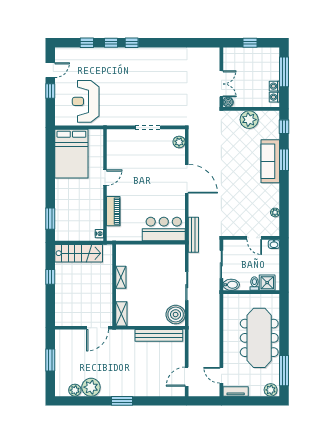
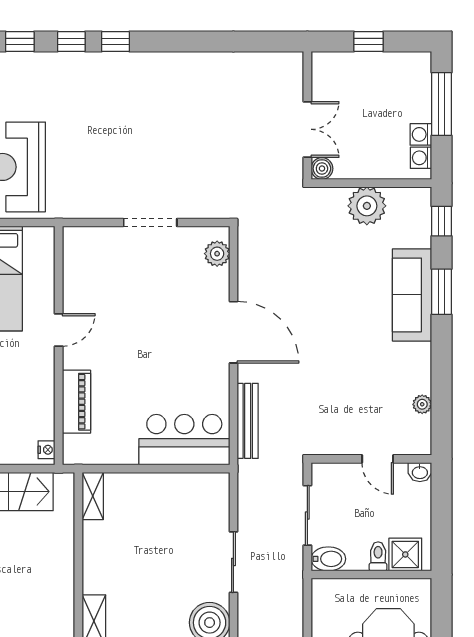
bench: (193, 235) -> (248, 421), moved
shelving: (121, 277) -> (93, 496), moved

